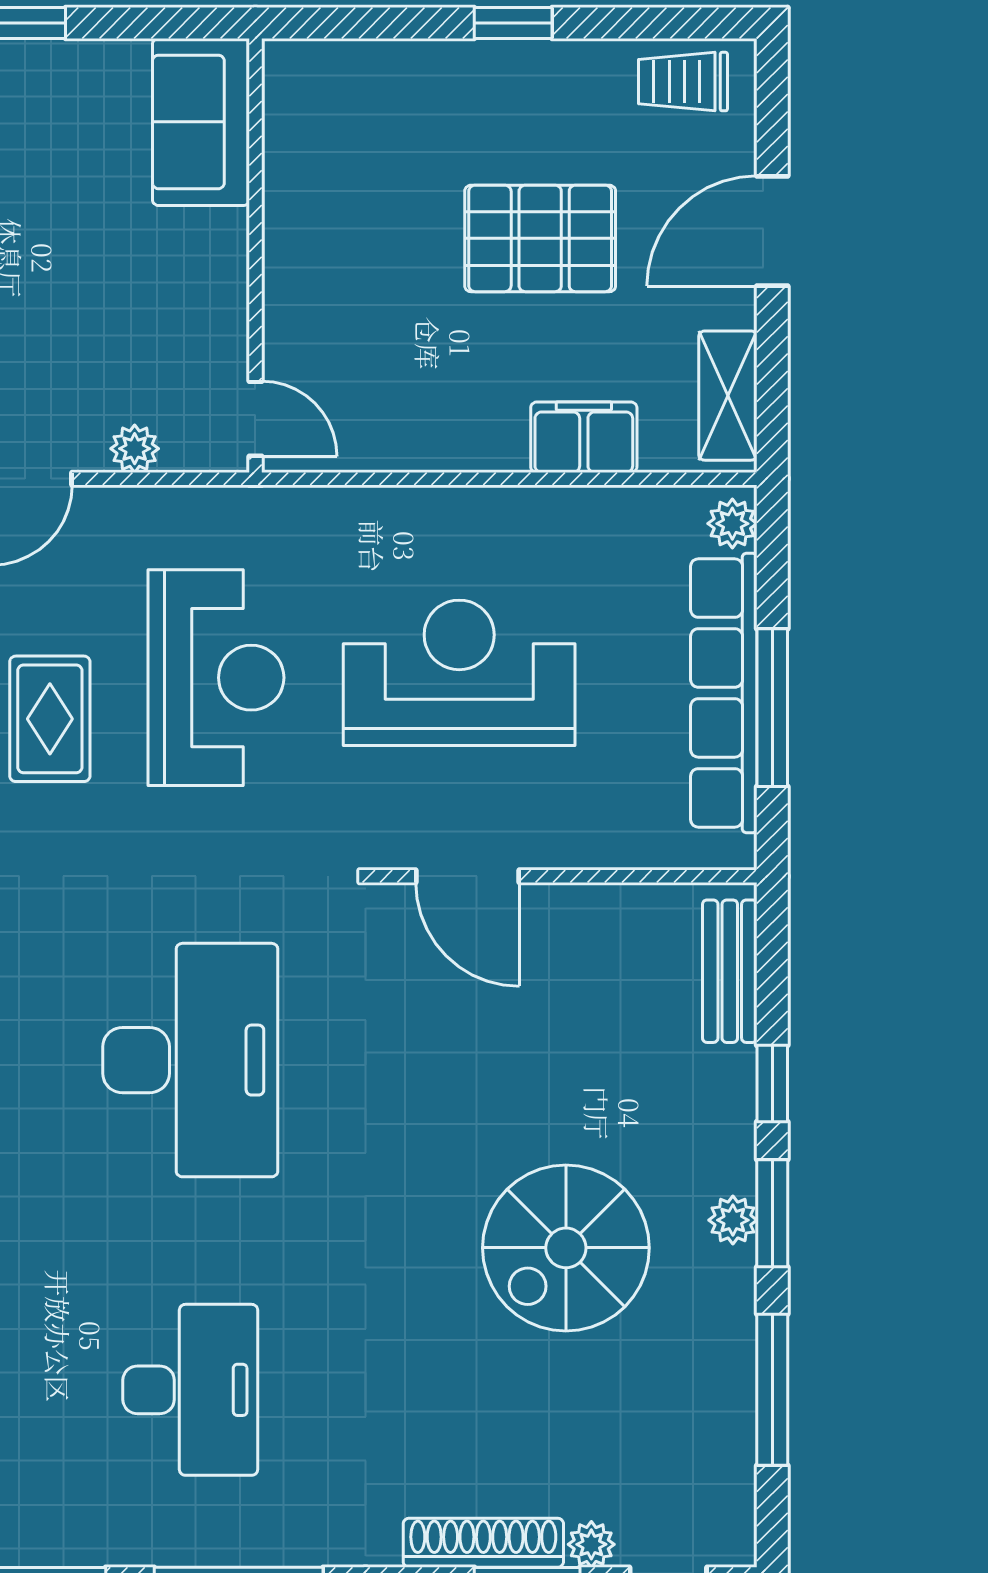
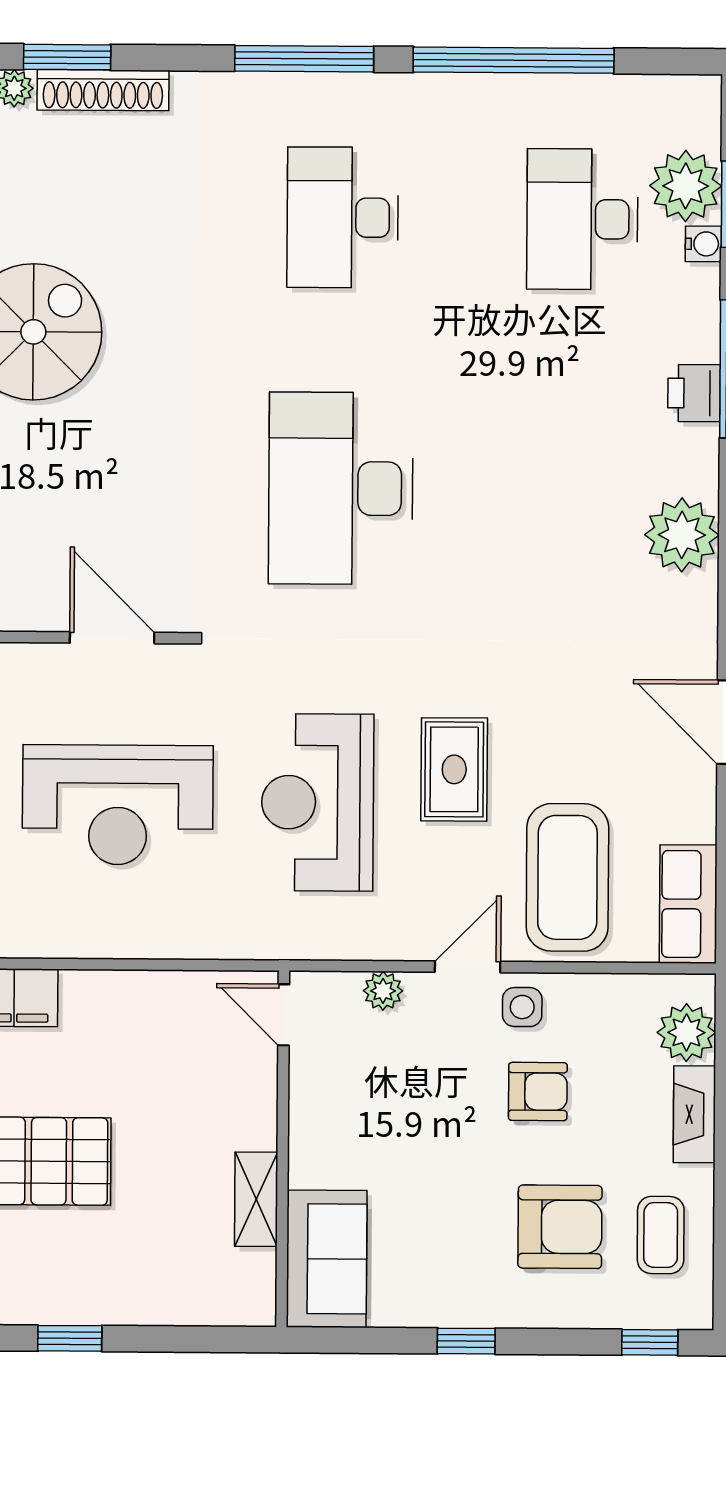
shelving: (287, 194) -> (256, 1199), added

